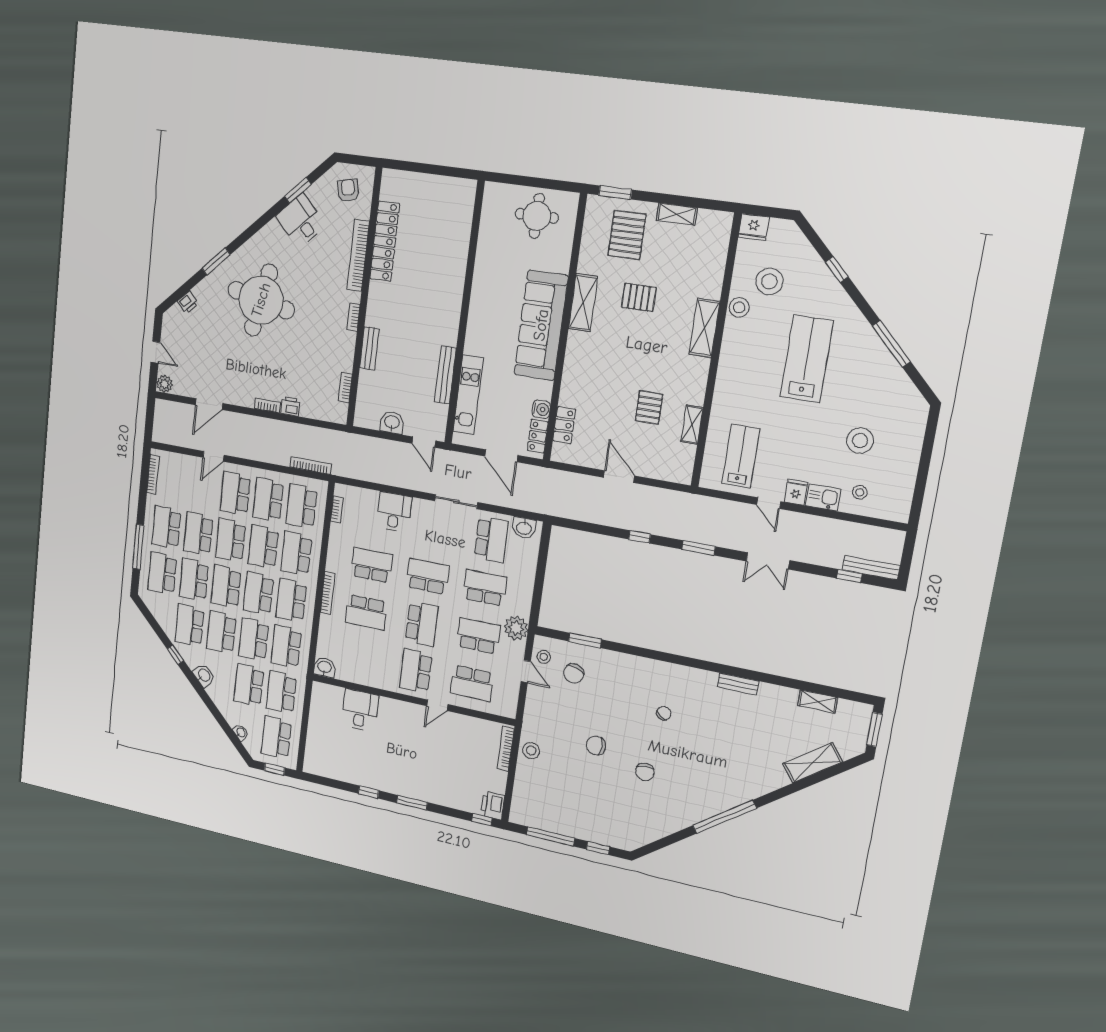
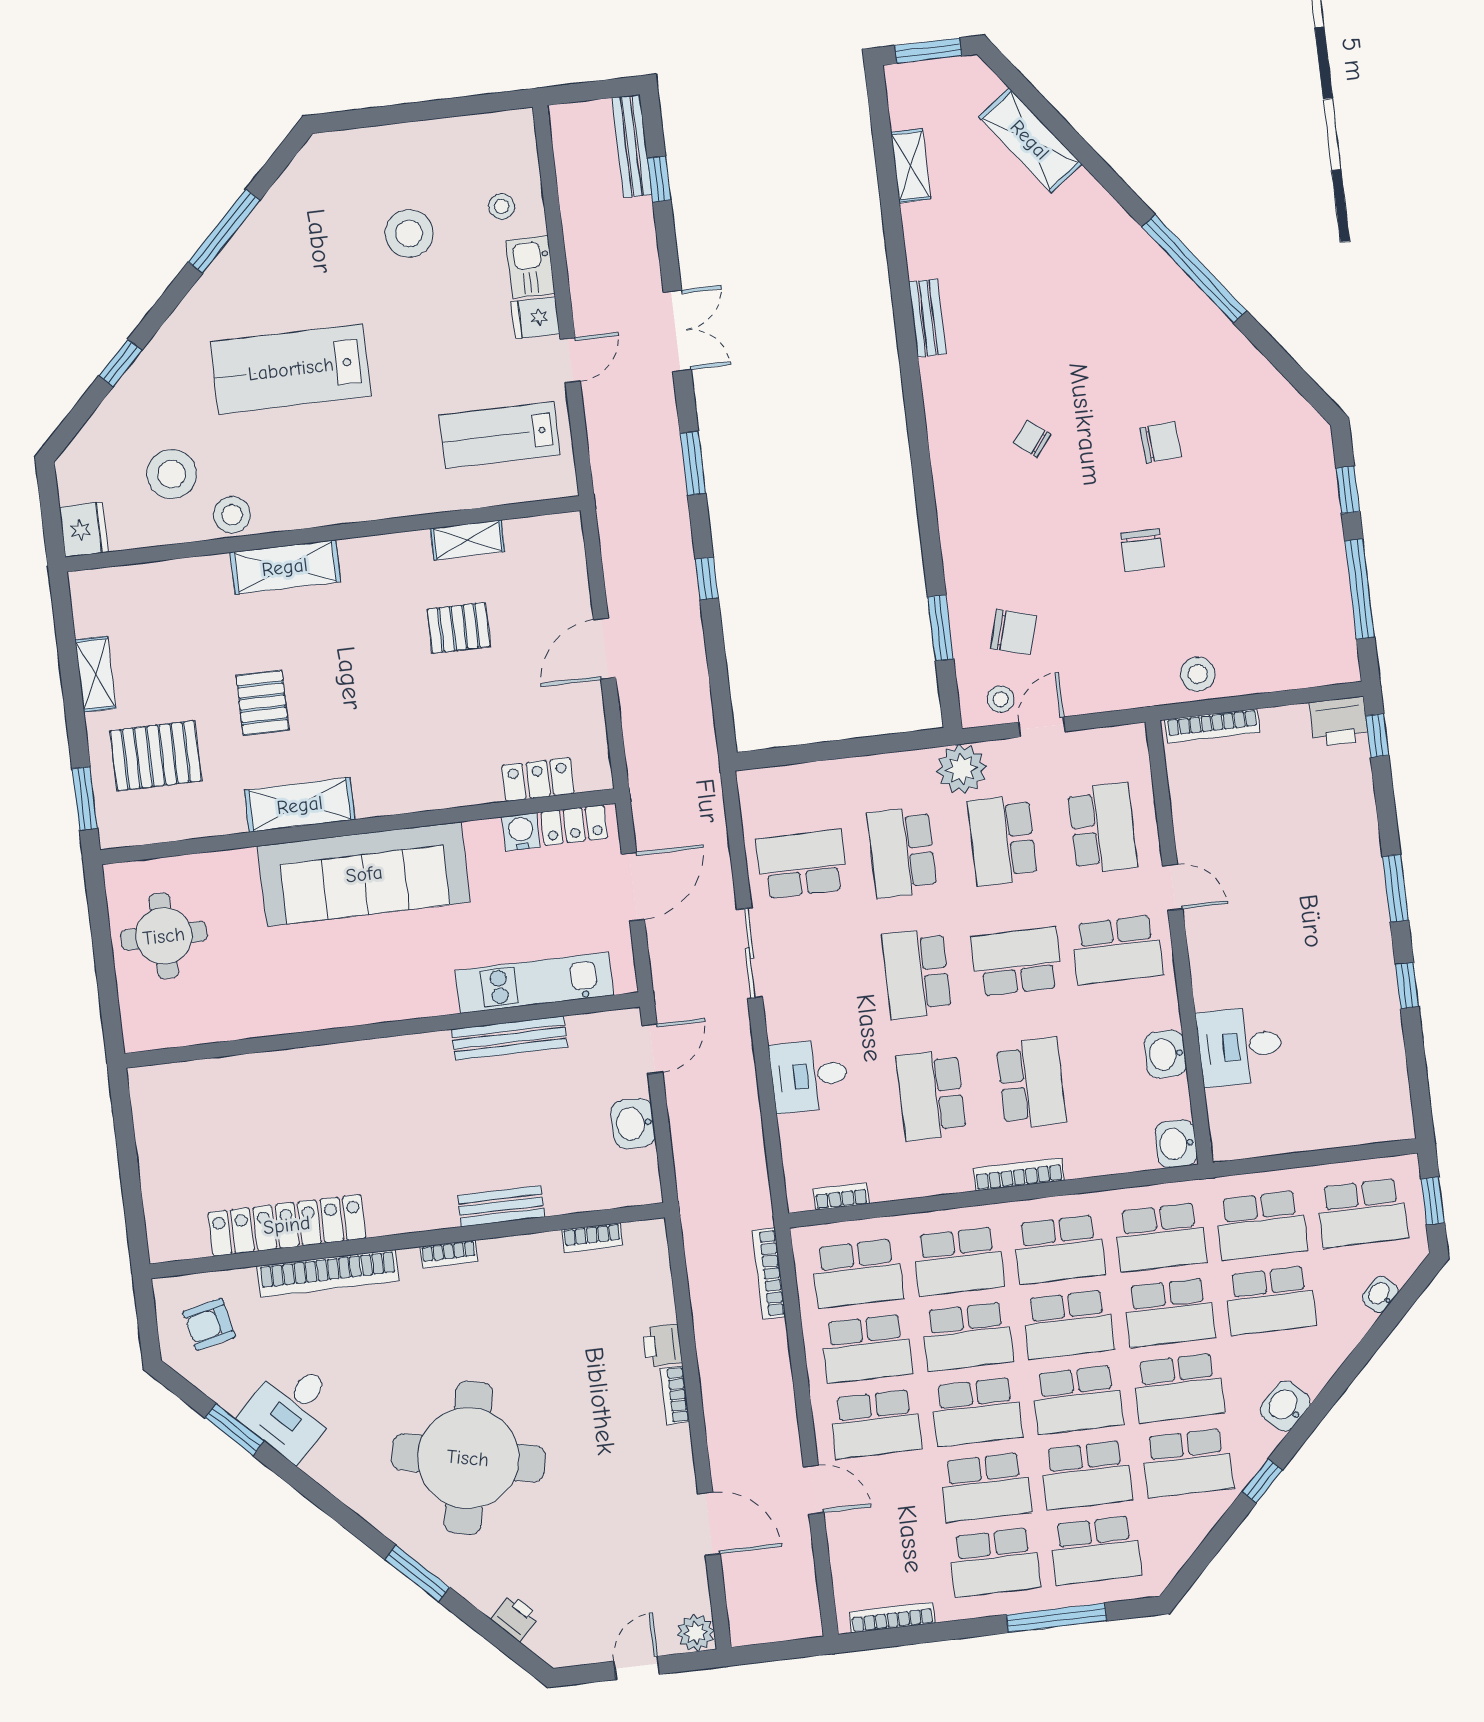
washbasin: (524, 528) -> (1165, 1054), moved, turned 180

